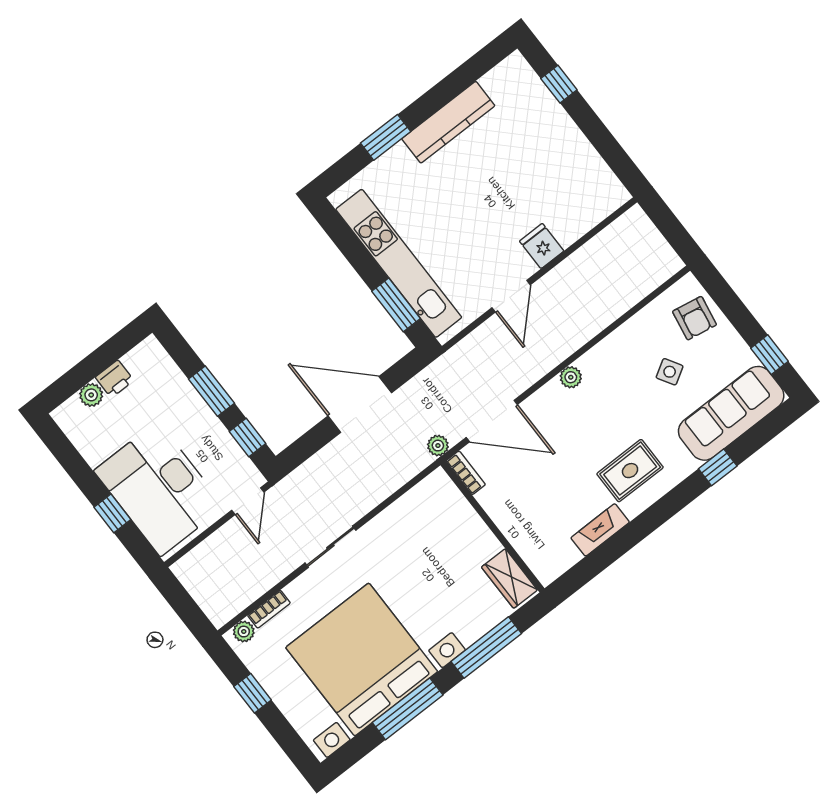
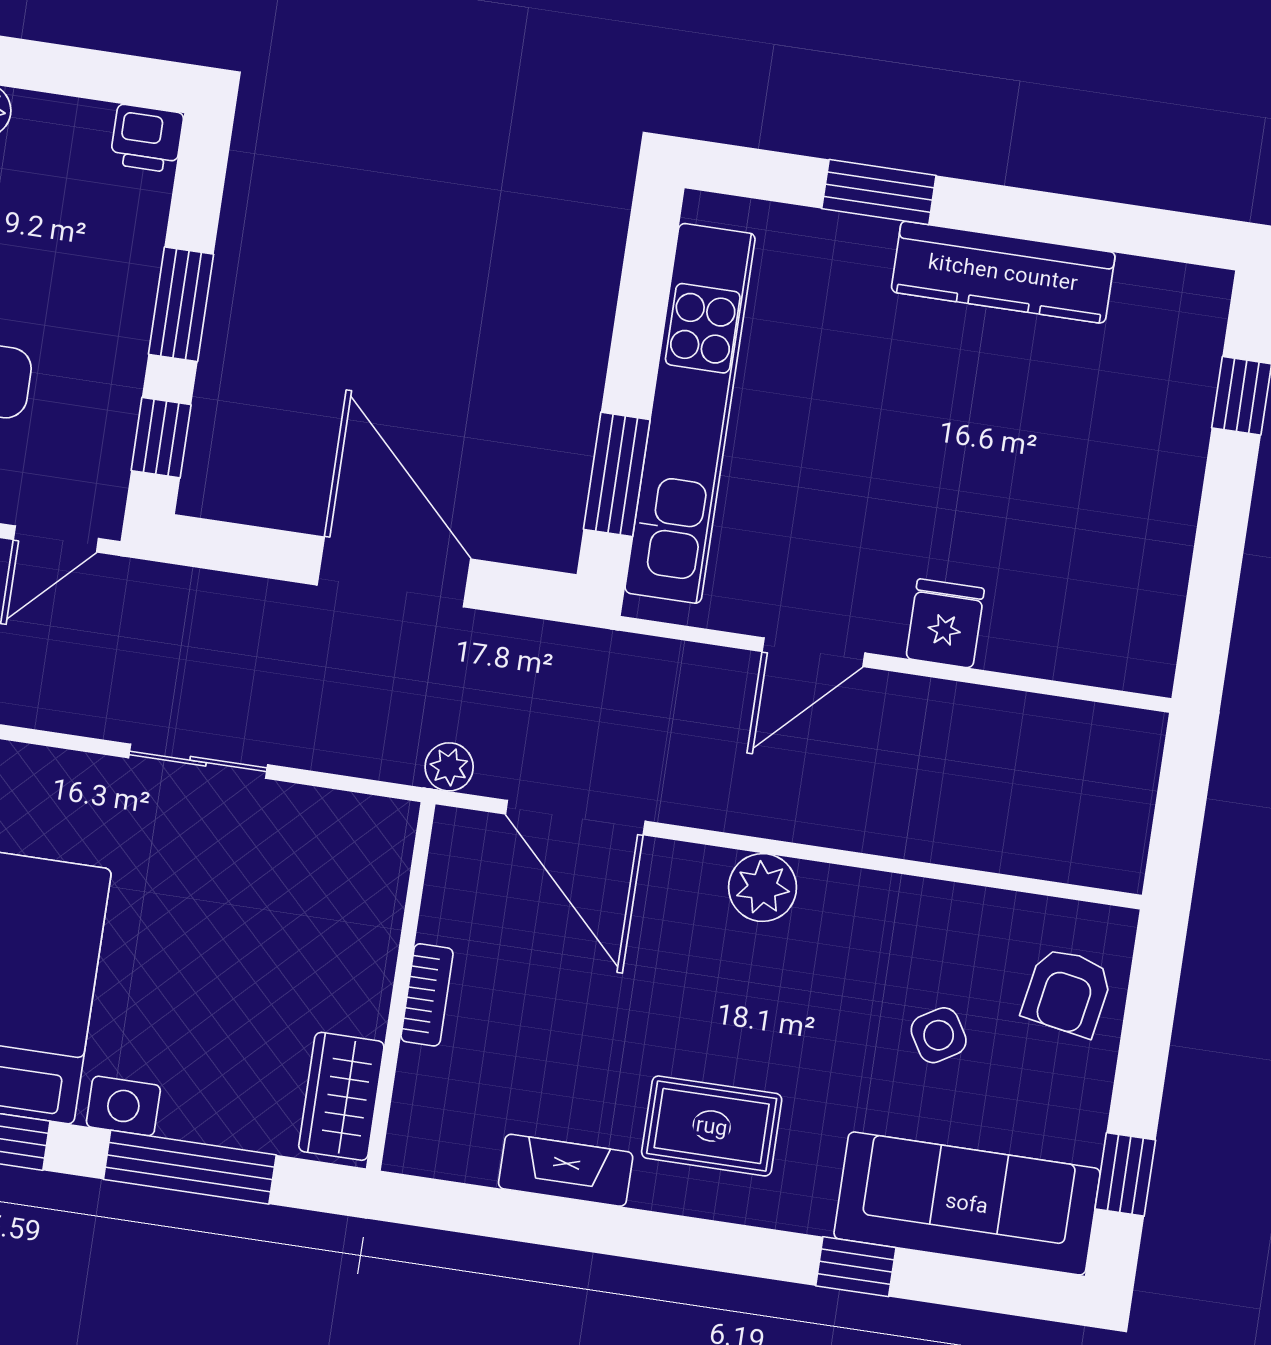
plant: (571, 377) -> (763, 887), width x1.38, depth x1.38
printer: (115, 379) -> (147, 139), moved
bookcase: (466, 473) -> (427, 995), moved
sliding door: (330, 547) -> (198, 761), moved

